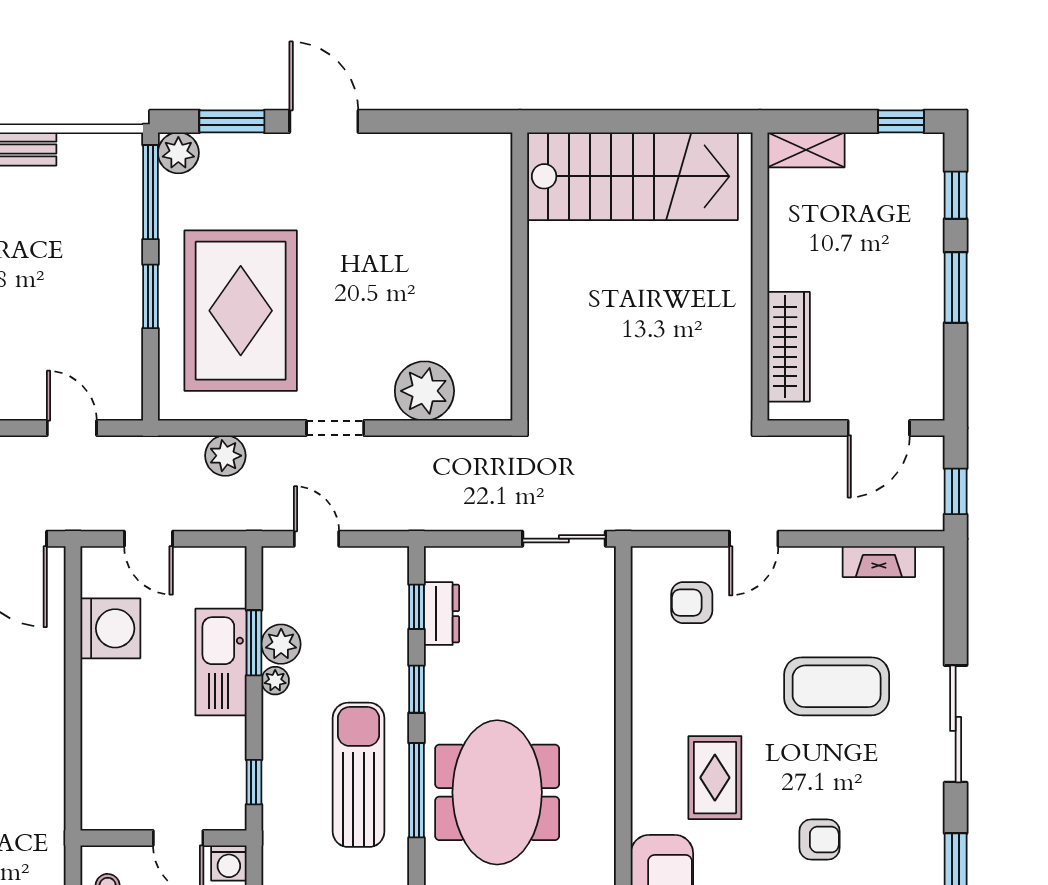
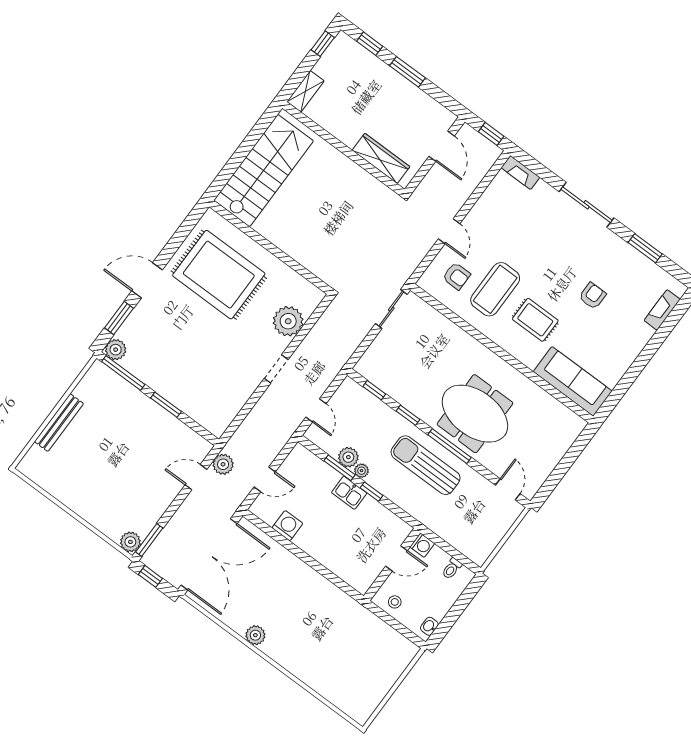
rug: (241, 311) -> (219, 275), moved
plant: (225, 456) -> (223, 464), moved
door: (316, 539) -> (316, 410), swing flipped
fireplace: (879, 562) -> (520, 173), moved, turned 90
armchair: (692, 603) -> (456, 276), turned -90
dresser: (441, 614) -> (385, 382), removed
washing machine: (110, 628) -> (287, 526), width x0.73, depth x0.73
kitchen sink: (221, 662) -> (349, 493), width x0.53, depth x0.81
coffee table: (837, 686) -> (495, 289), moved
window: (254, 782) -> (372, 492), moved

